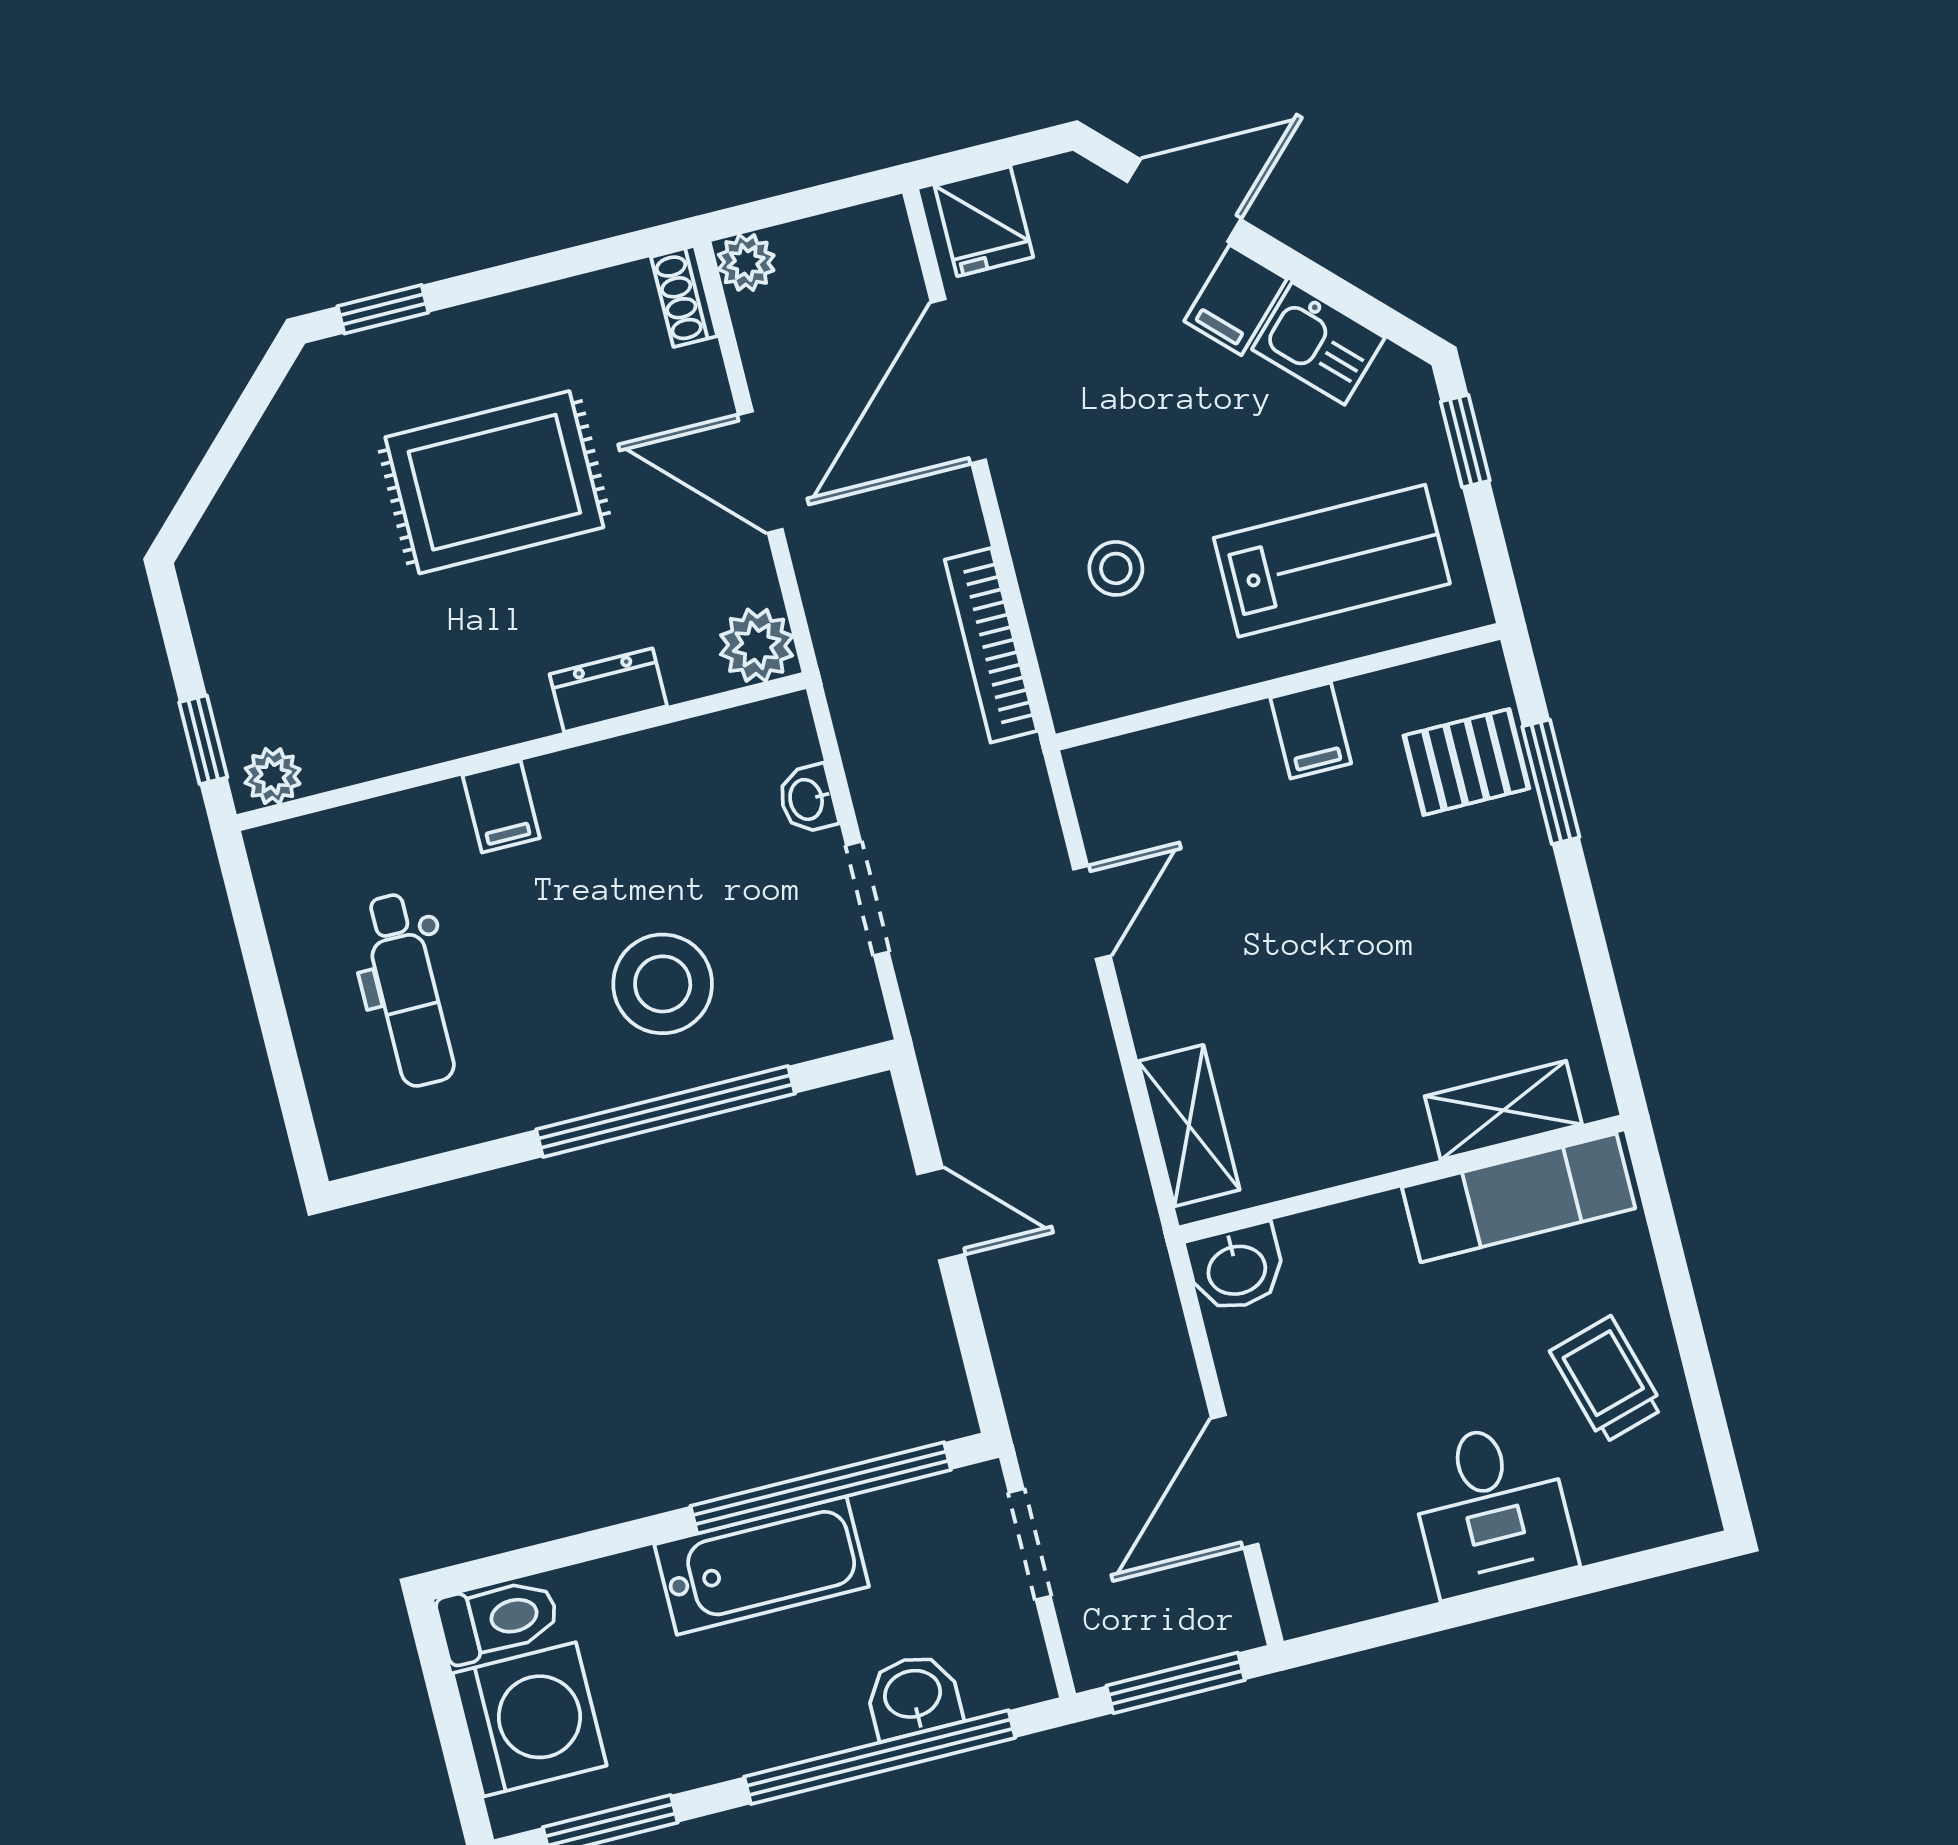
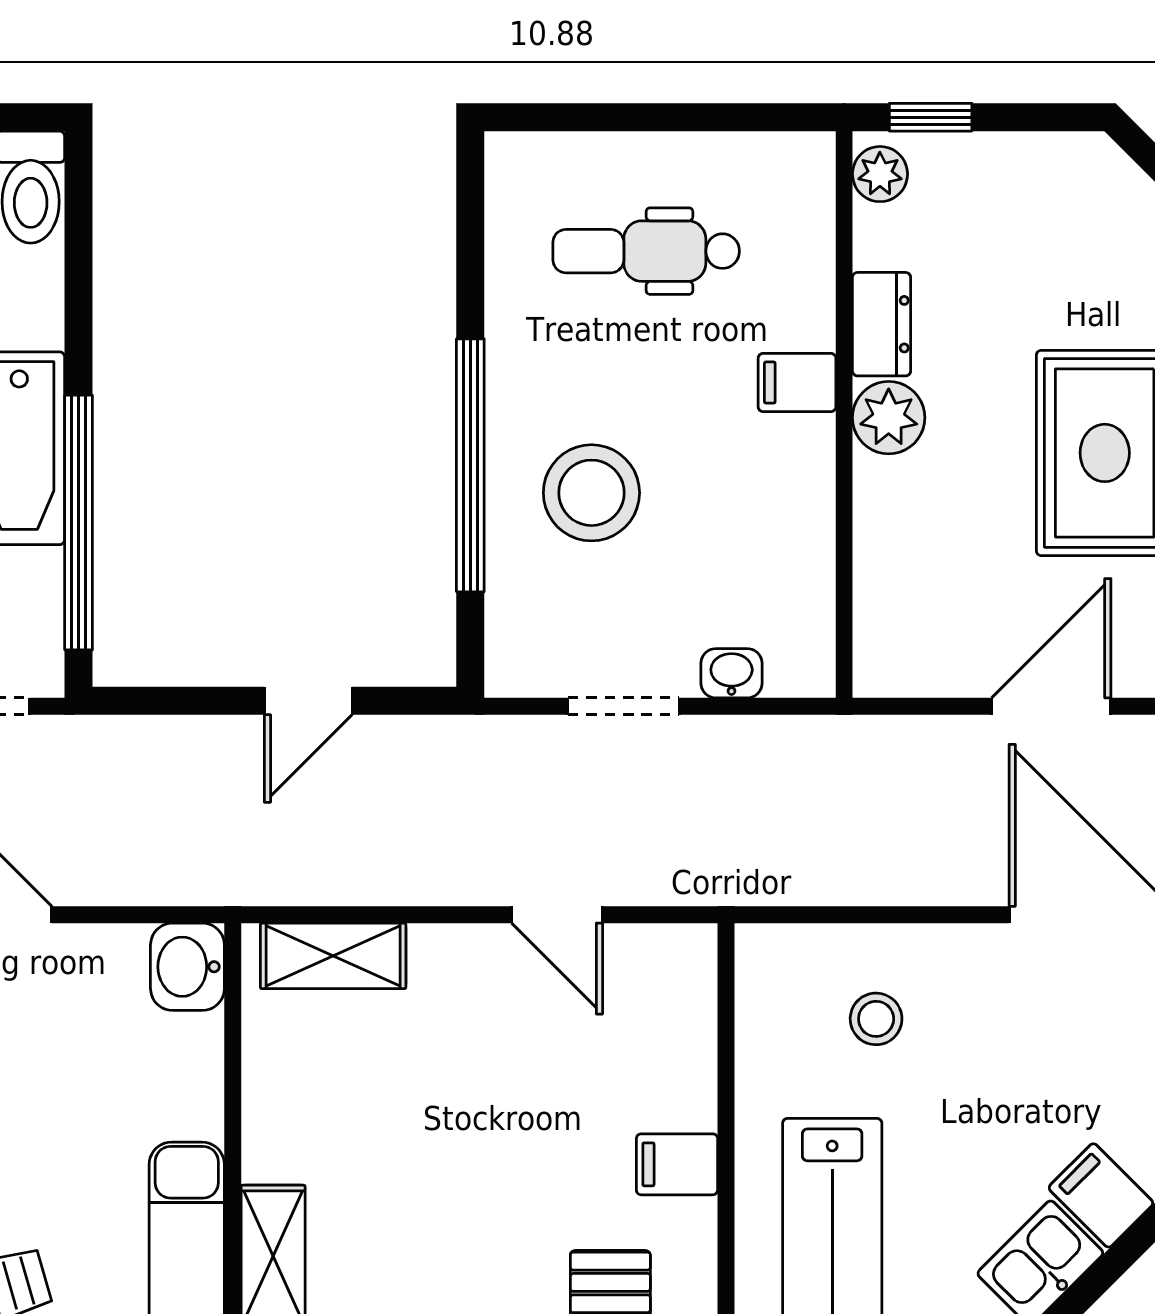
plant: (757, 645) -> (889, 418), moved
bookcase: (991, 645) -> (833, 883), removed
dresser: (608, 690) -> (882, 324), moved

